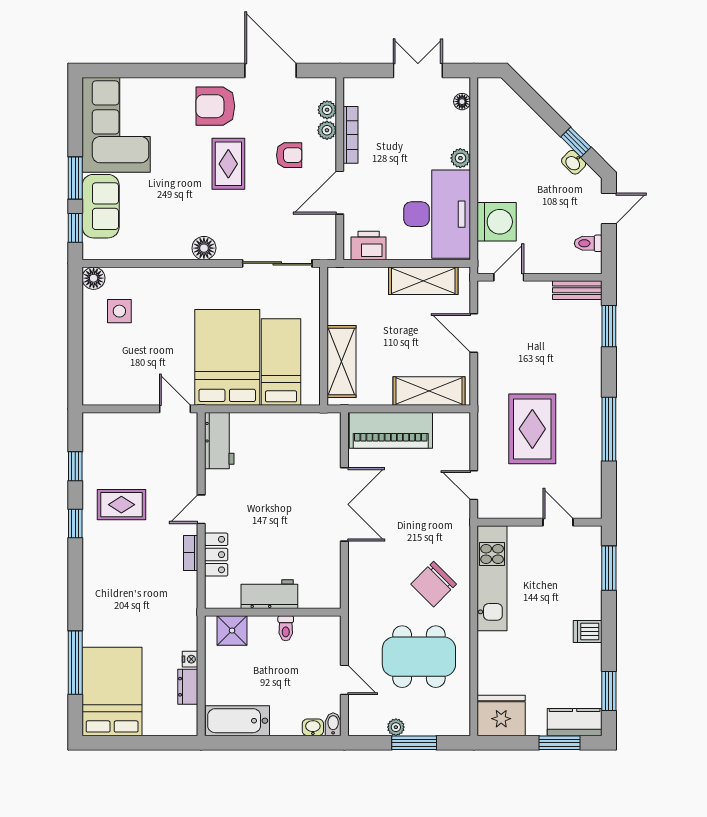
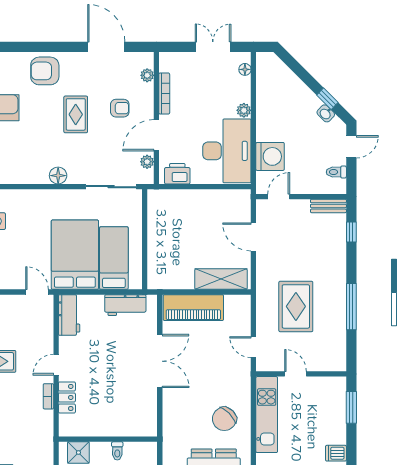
armchair: (215, 106) -> (45, 71), moved
plant: (327, 130) -> (147, 162), moved
shelving: (423, 281) -> (217, 199), removed
window: (609, 326) -> (351, 232), width x0.67
shelving: (341, 362) -> (158, 258), removed
door: (558, 522) -> (296, 374), moved
workbench: (269, 594) -> (125, 305), moved, turned 180

